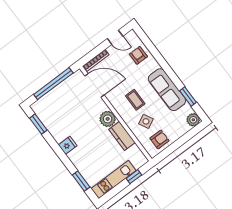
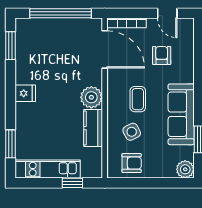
armchair: (138, 55) -> (162, 55), moved

